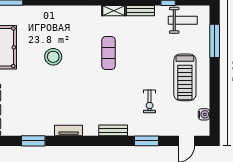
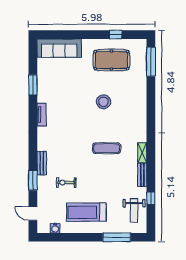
bench: (113, 130) -> (42, 163), moved

